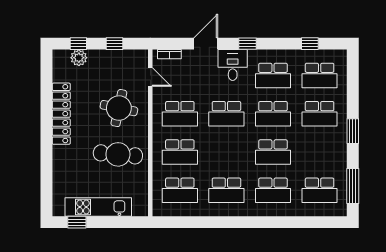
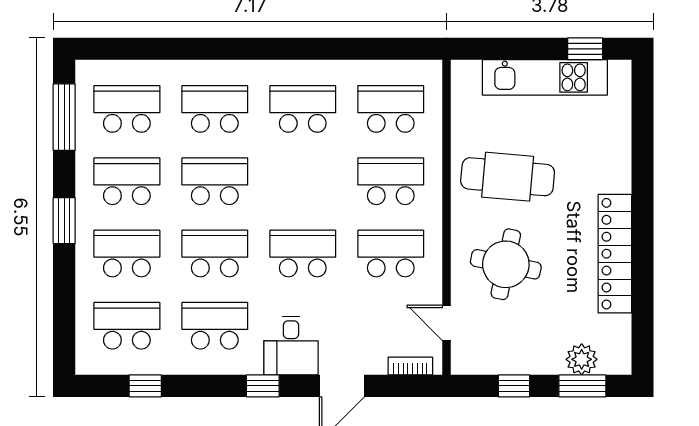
window: (78, 44) -> (582, 386), width x1.50
school desk: (320, 152) -> (127, 181), added

